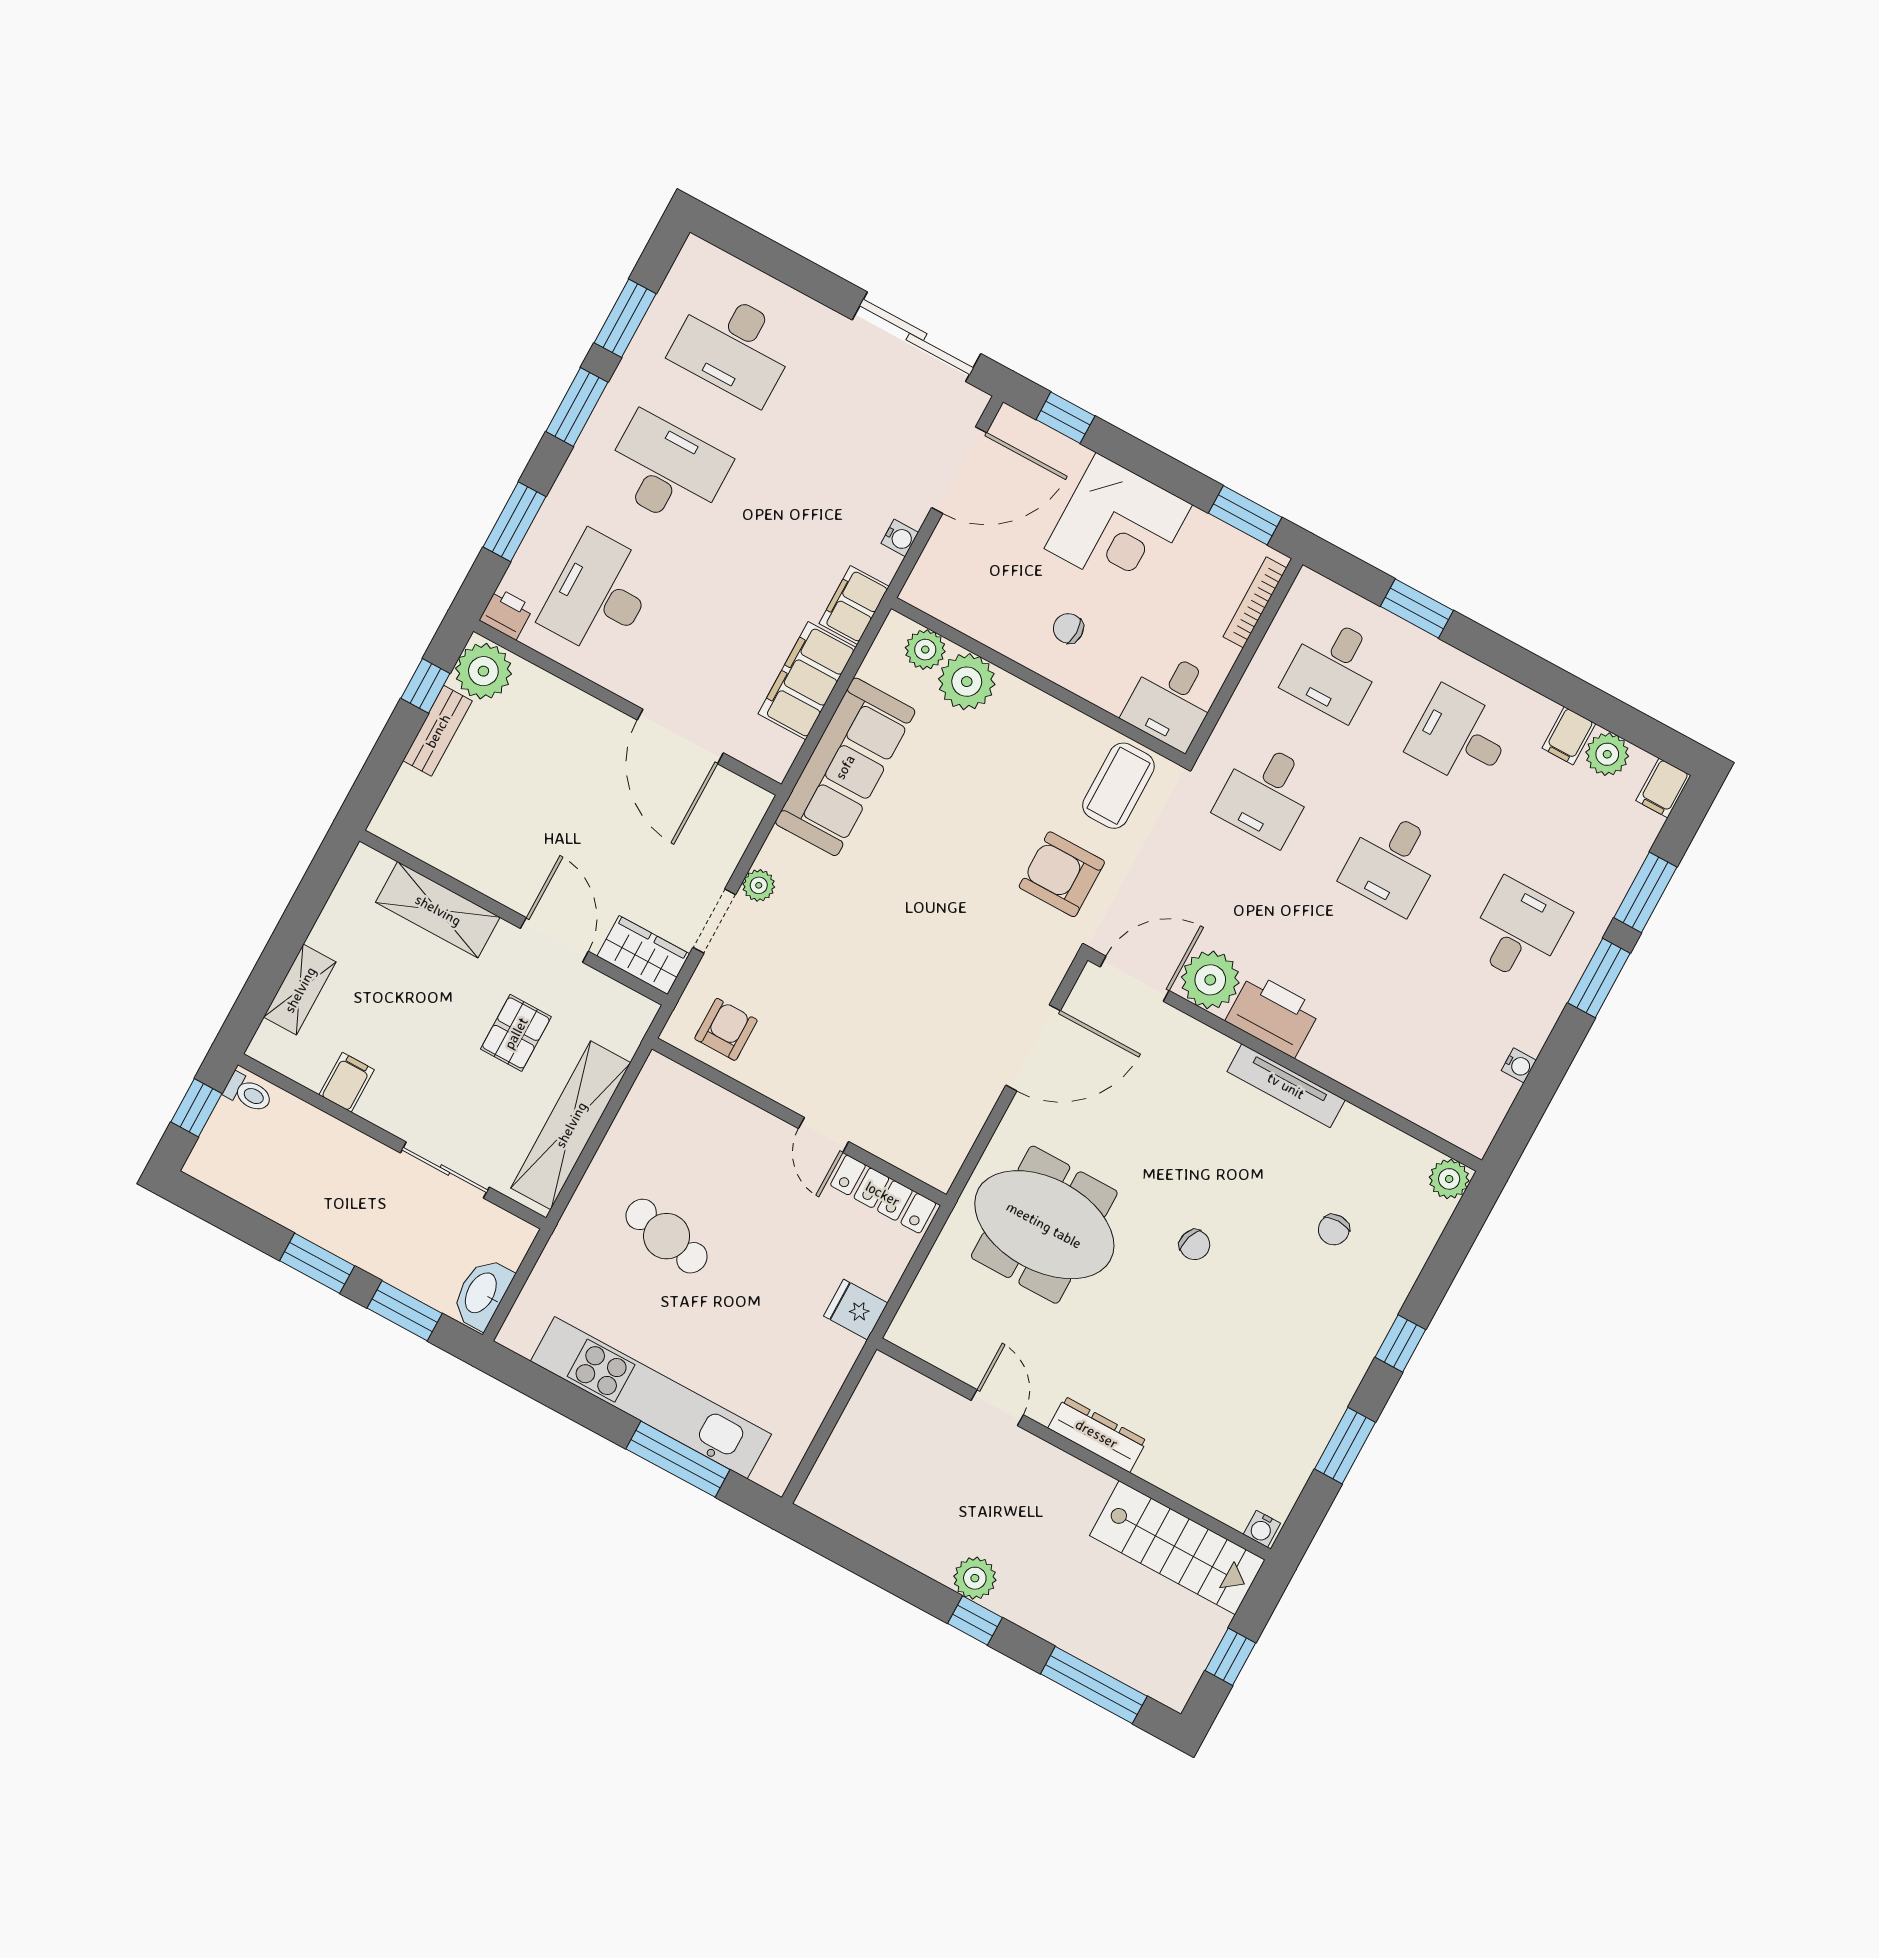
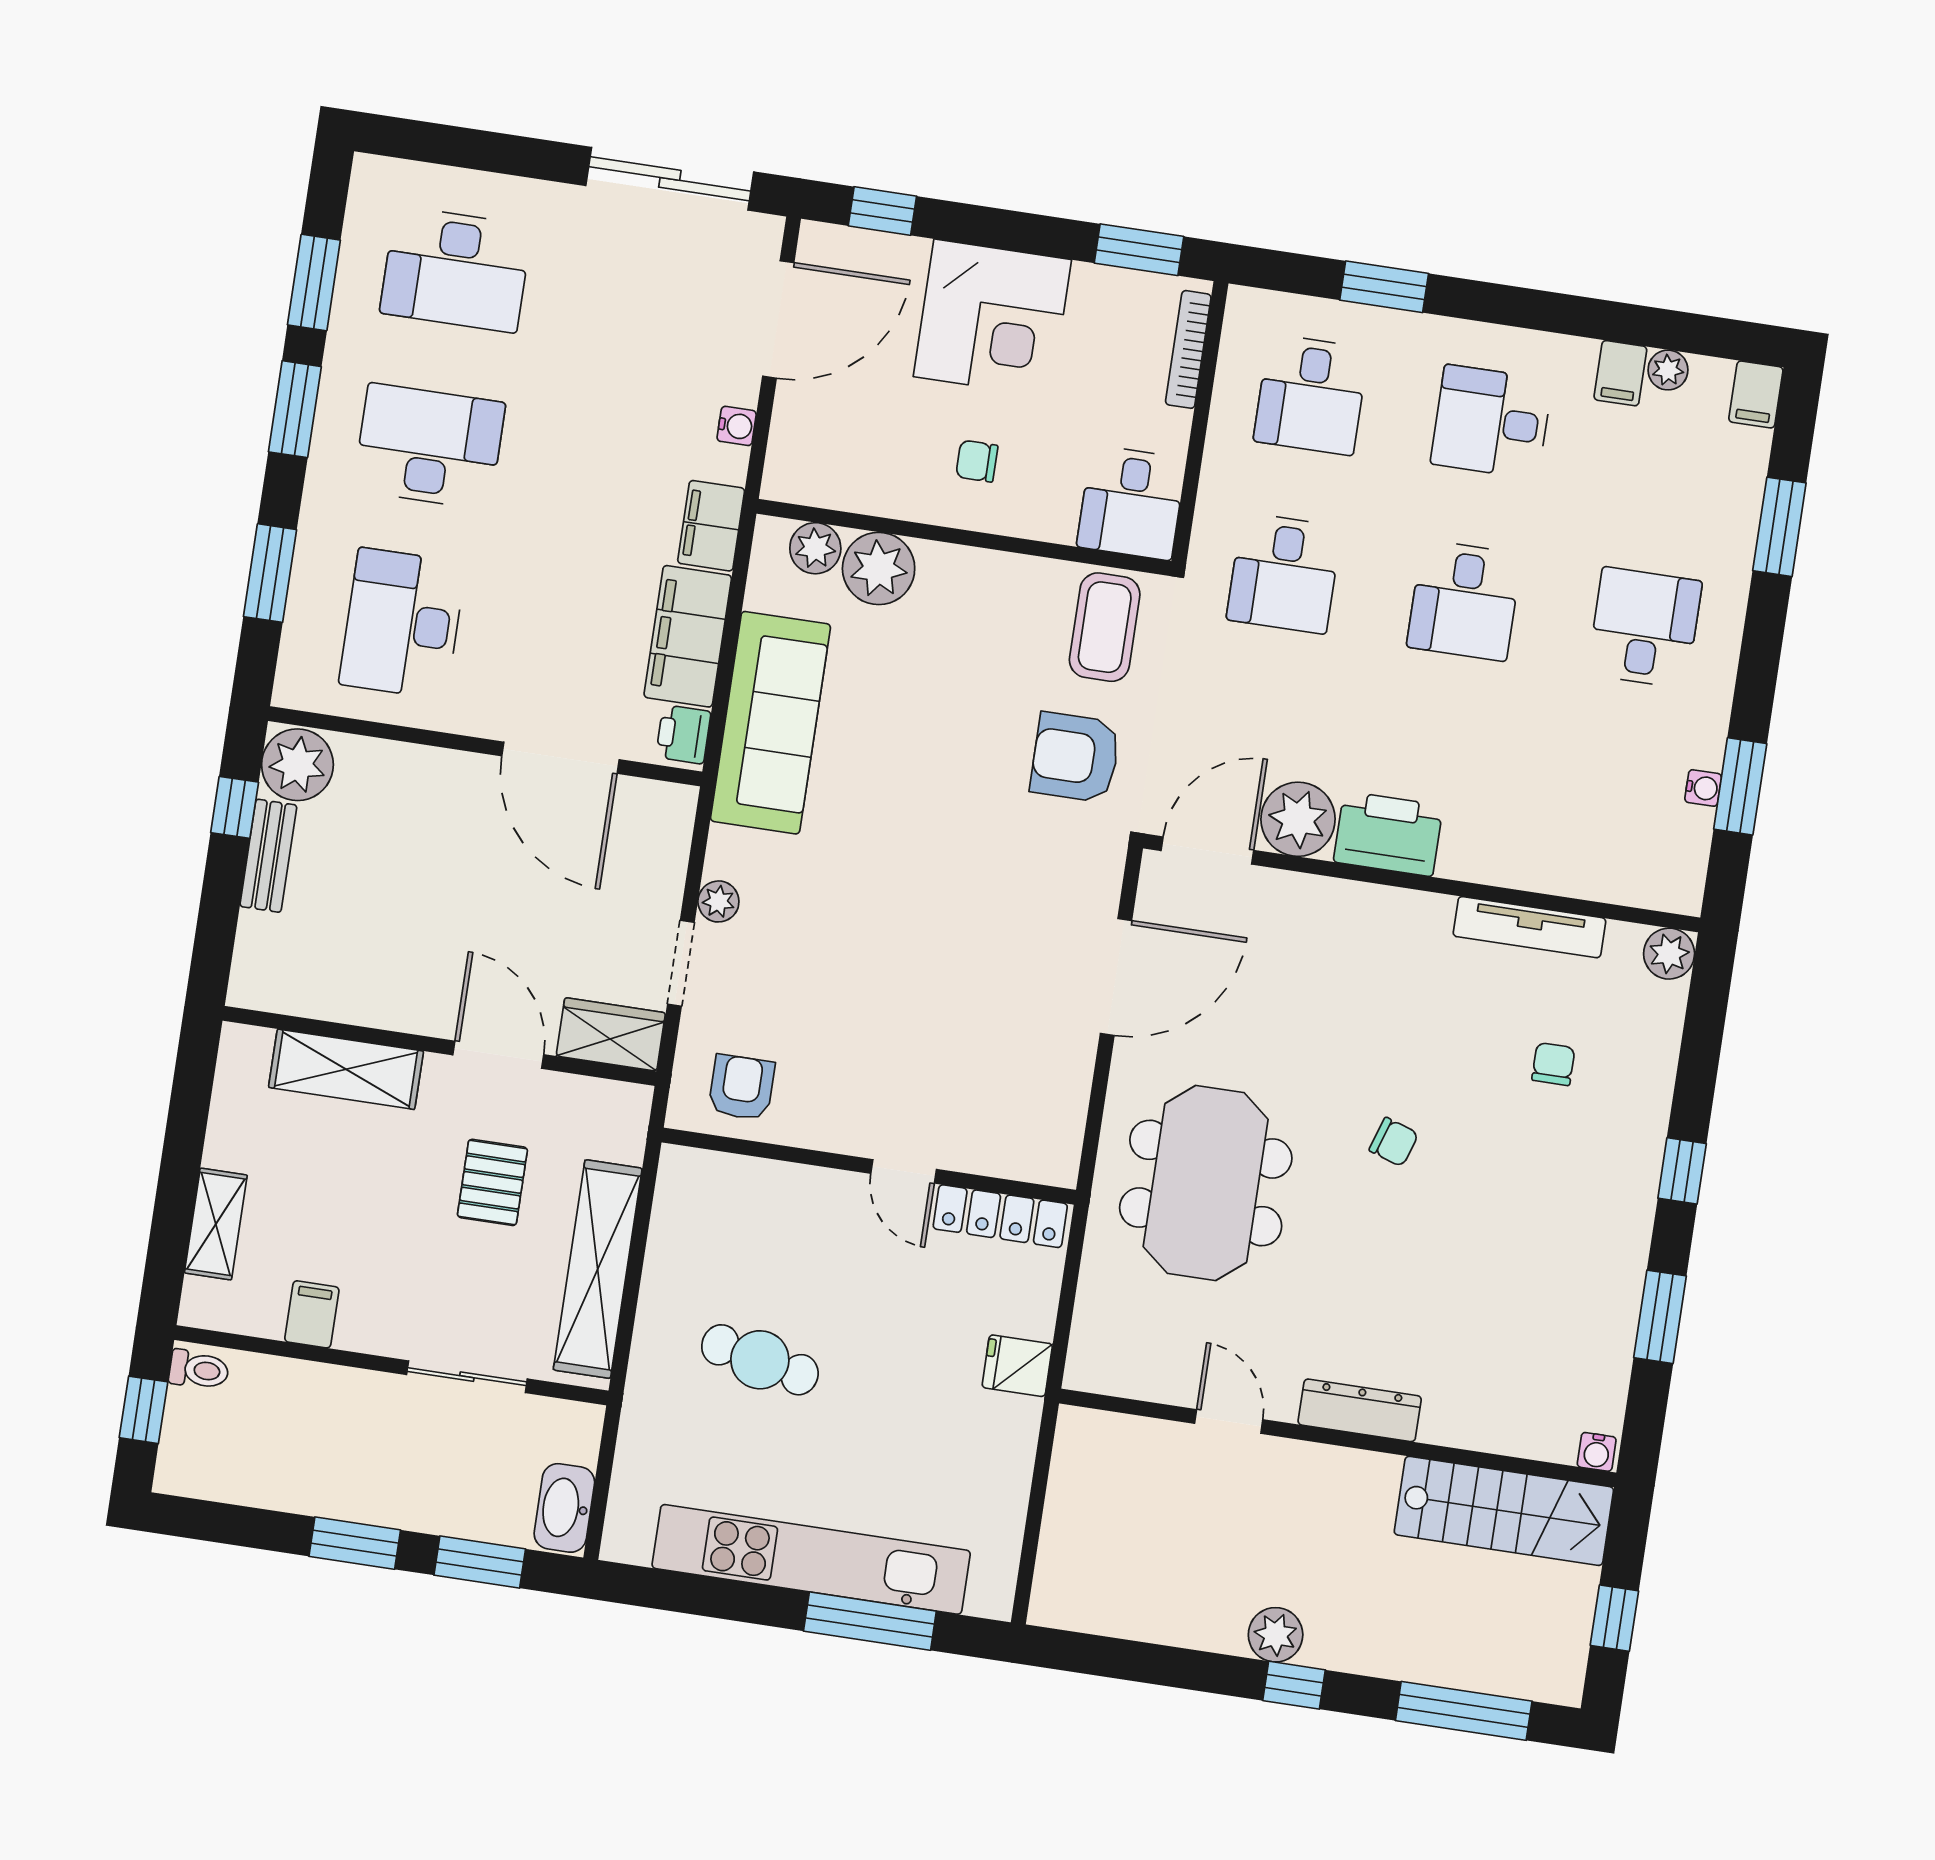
printer: (506, 614) -> (683, 734), moved, turned -90
plant: (1607, 754) -> (1668, 370), width x0.73, depth x0.73
window: (1599, 978) -> (1740, 786), moved
tv unit: (1286, 1086) -> (1529, 927), moved
meeting table: (1044, 1225) -> (1206, 1183), turned 90
chair: (1334, 1230) -> (1553, 1064), turned 180

